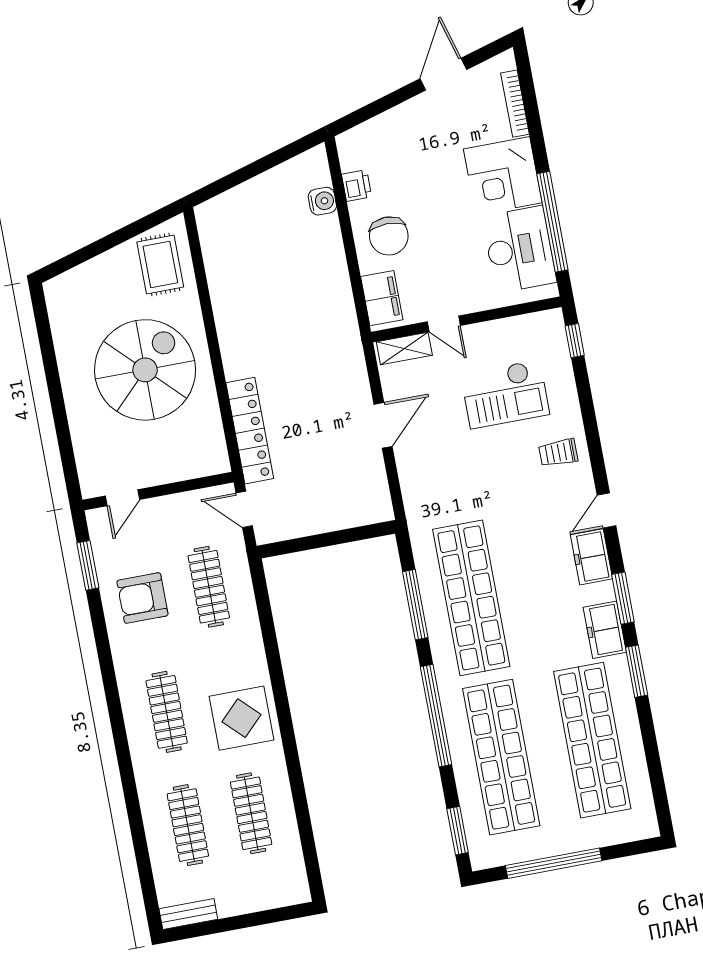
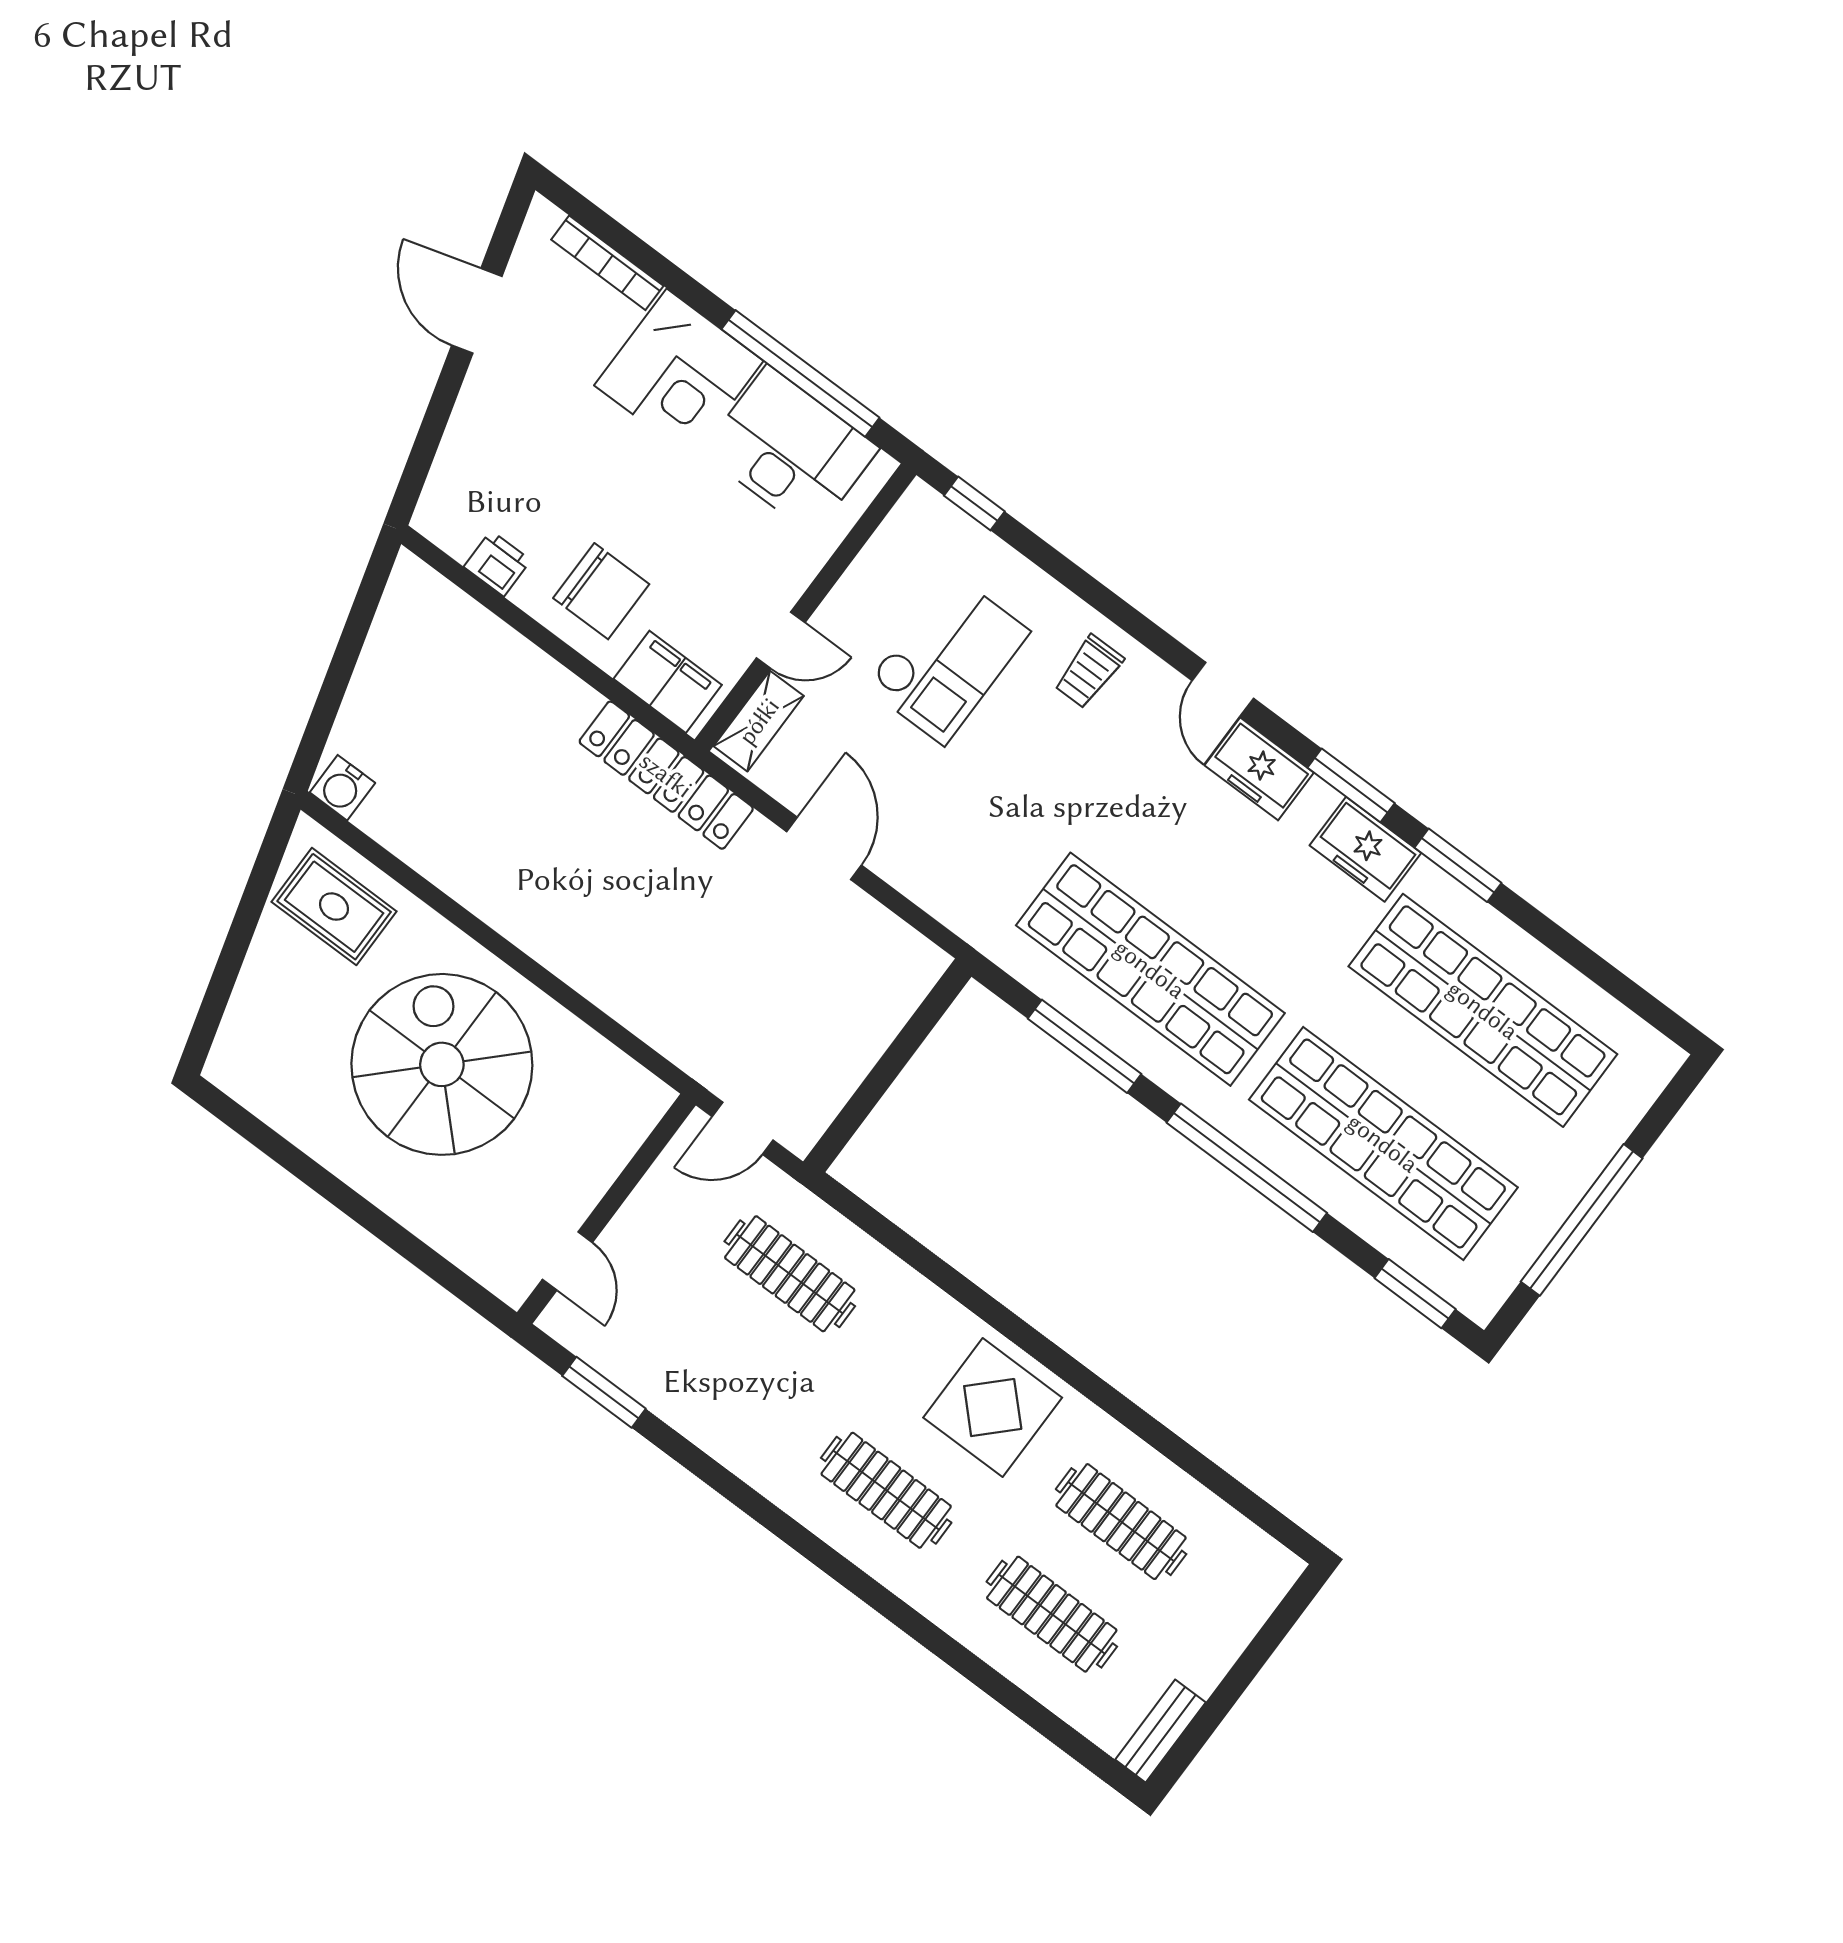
water cooler: (322, 201) -> (342, 788), moved, turned 180
locker: (250, 431) -> (666, 775), moved, turned 180
armchair: (142, 598) -> (716, 1369), removed

